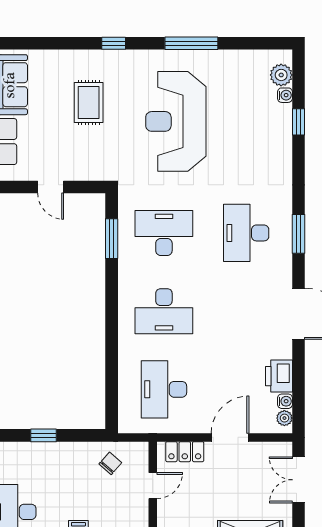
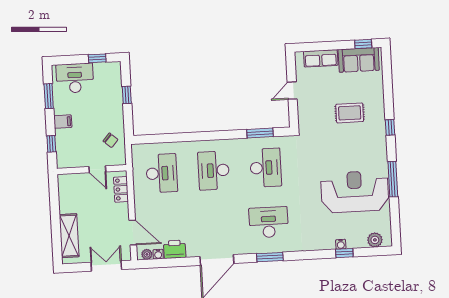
water cooler: (285, 95) -> (341, 244), moved
reception desk: (176, 121) -> (355, 192), moved
desk: (164, 389) -> (162, 173), turned 90
door: (230, 437) -> (133, 233), moved

